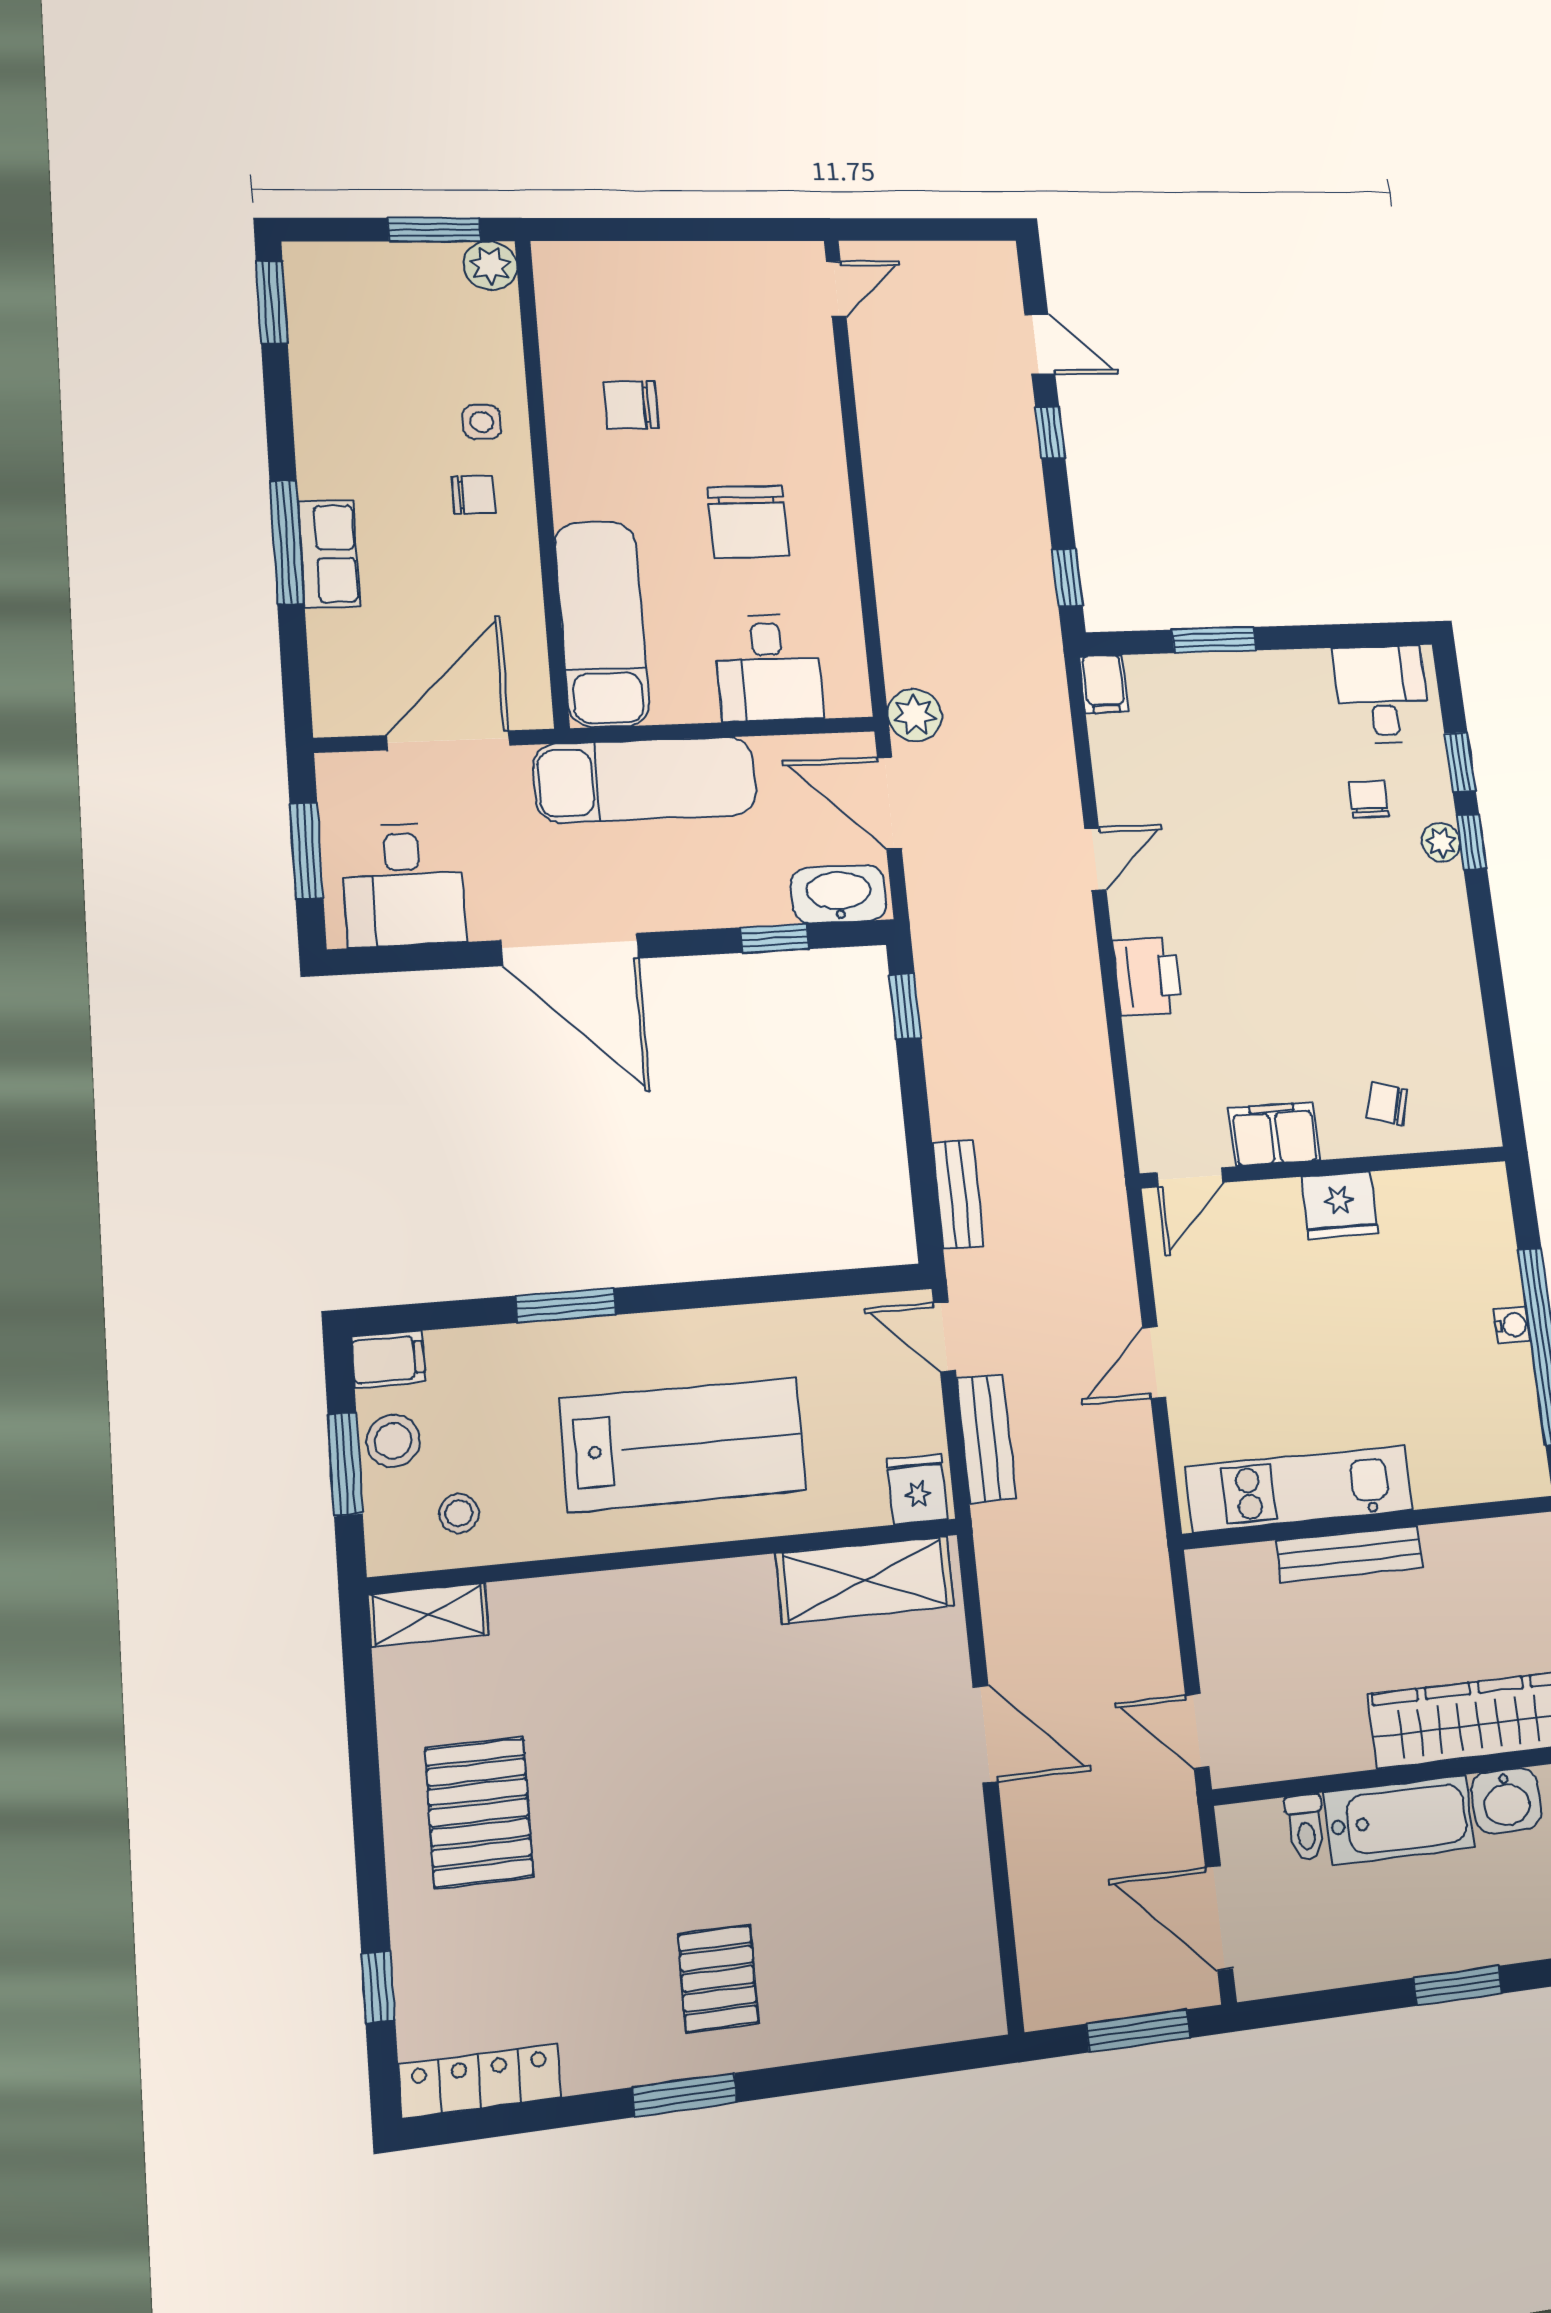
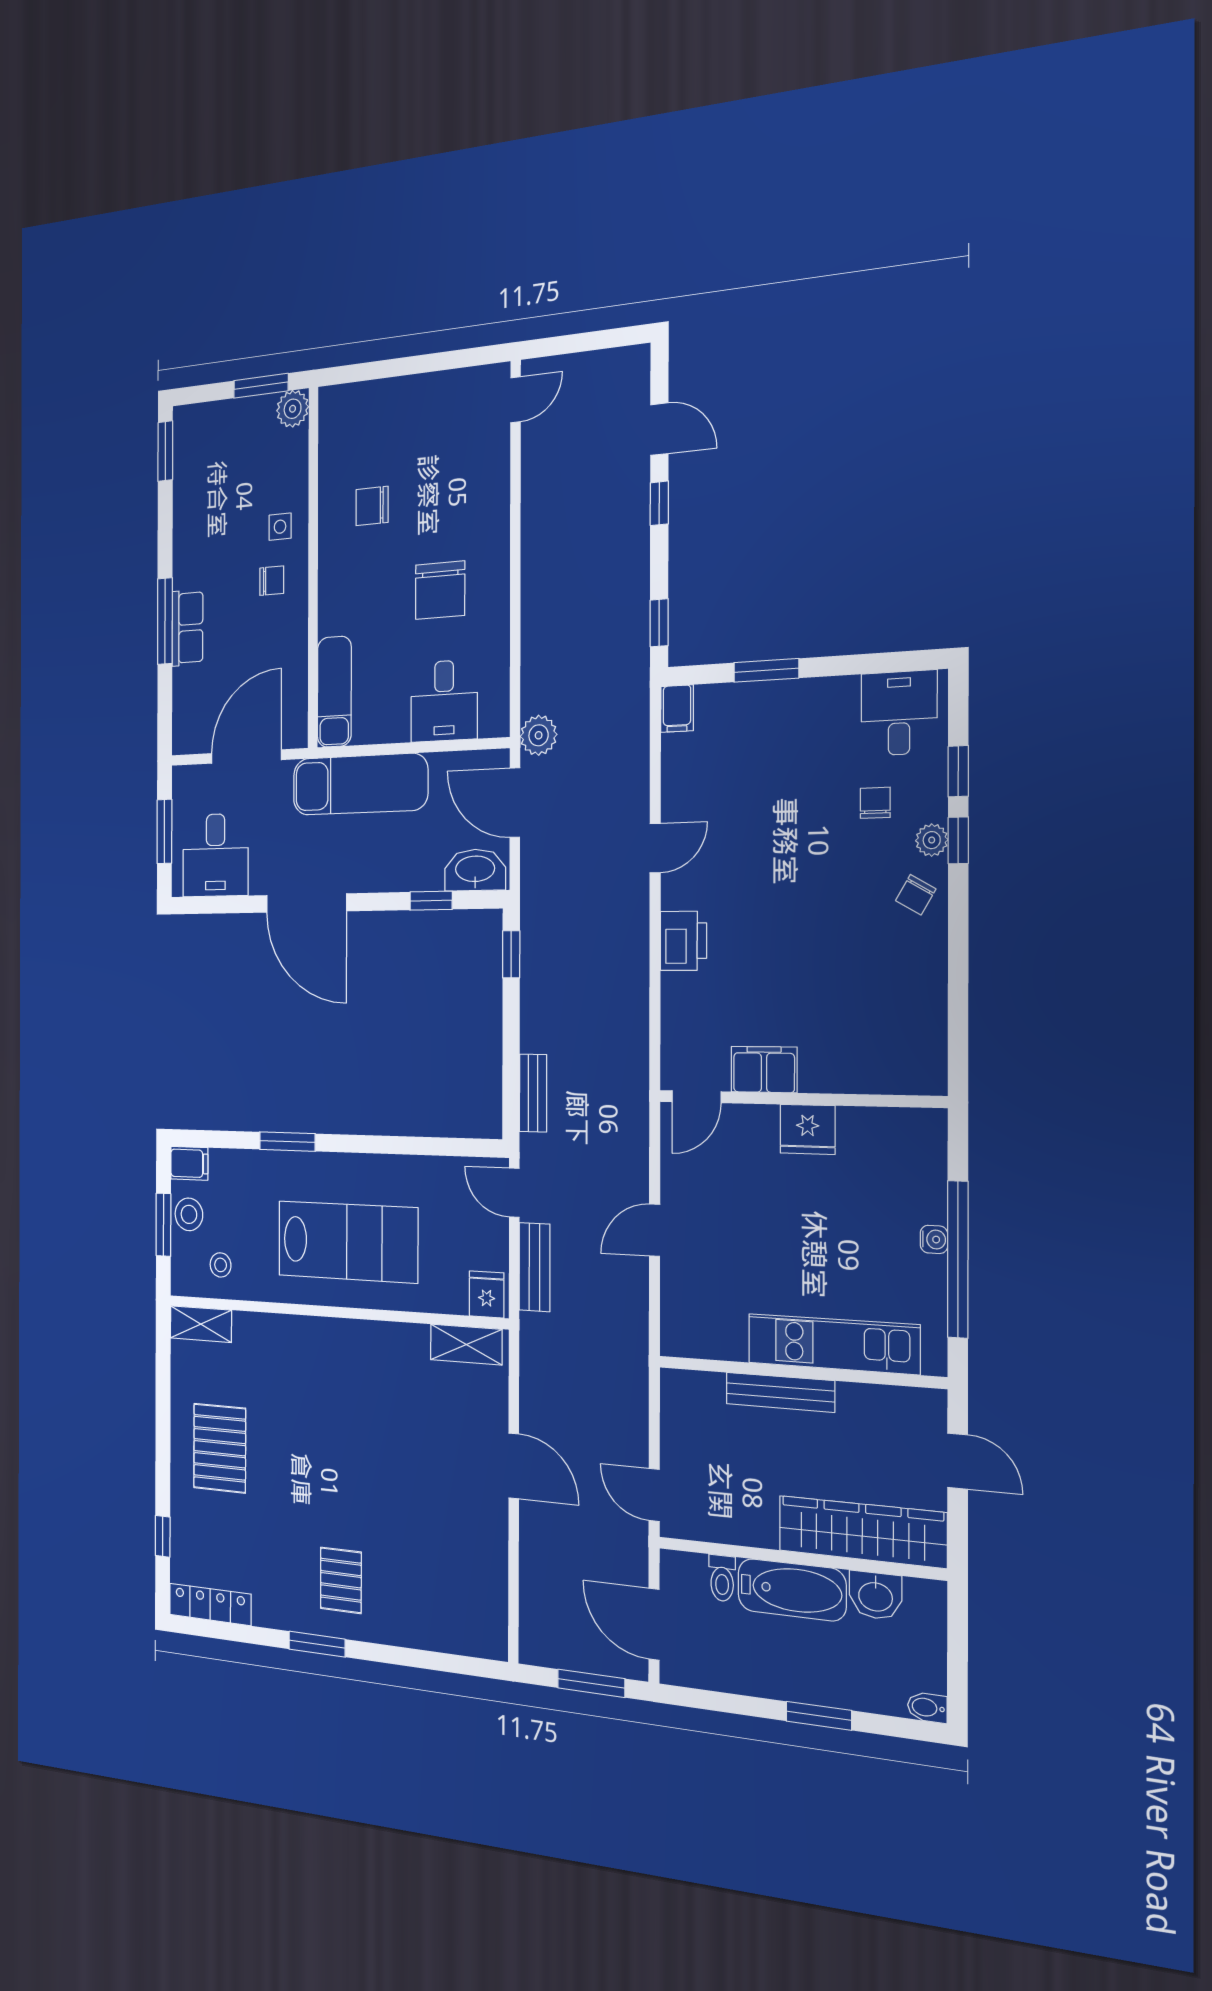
exam couch: (602, 624) -> (334, 692), width x0.73, depth x0.69
chair: (1387, 1104) -> (916, 895), moved, turned -76
kitchen unit: (1300, 1489) -> (833, 1344), moved
shelving: (865, 1580) -> (466, 1345), width x0.67, depth x0.75

